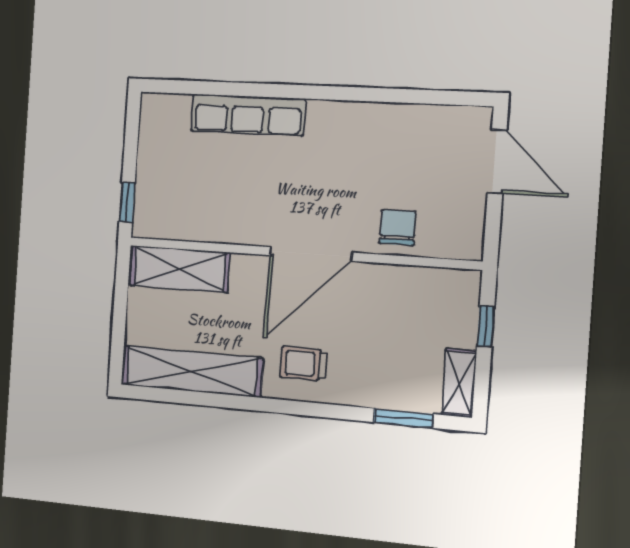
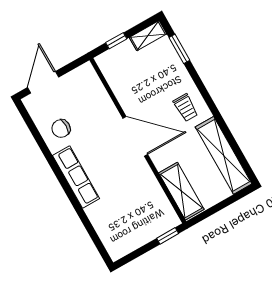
row of seats: (248, 115) -> (76, 177), moved
chair: (398, 228) -> (61, 129), moved

